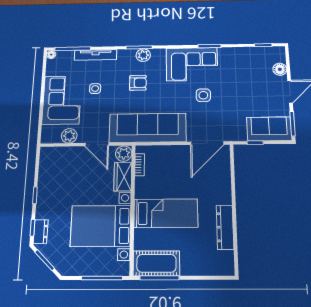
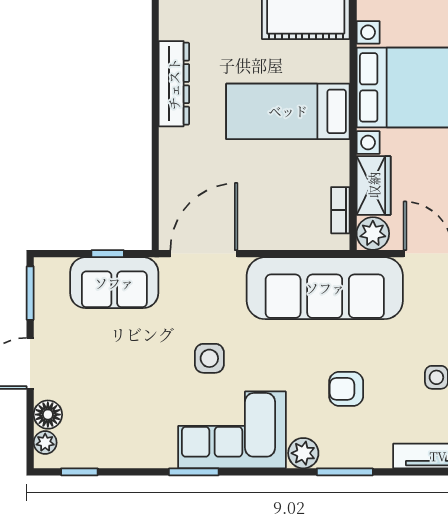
plant: (143, 55) -> (303, 453), moved
plant: (280, 57) -> (45, 443), added
sofa: (269, 129) -> (114, 283), moved

